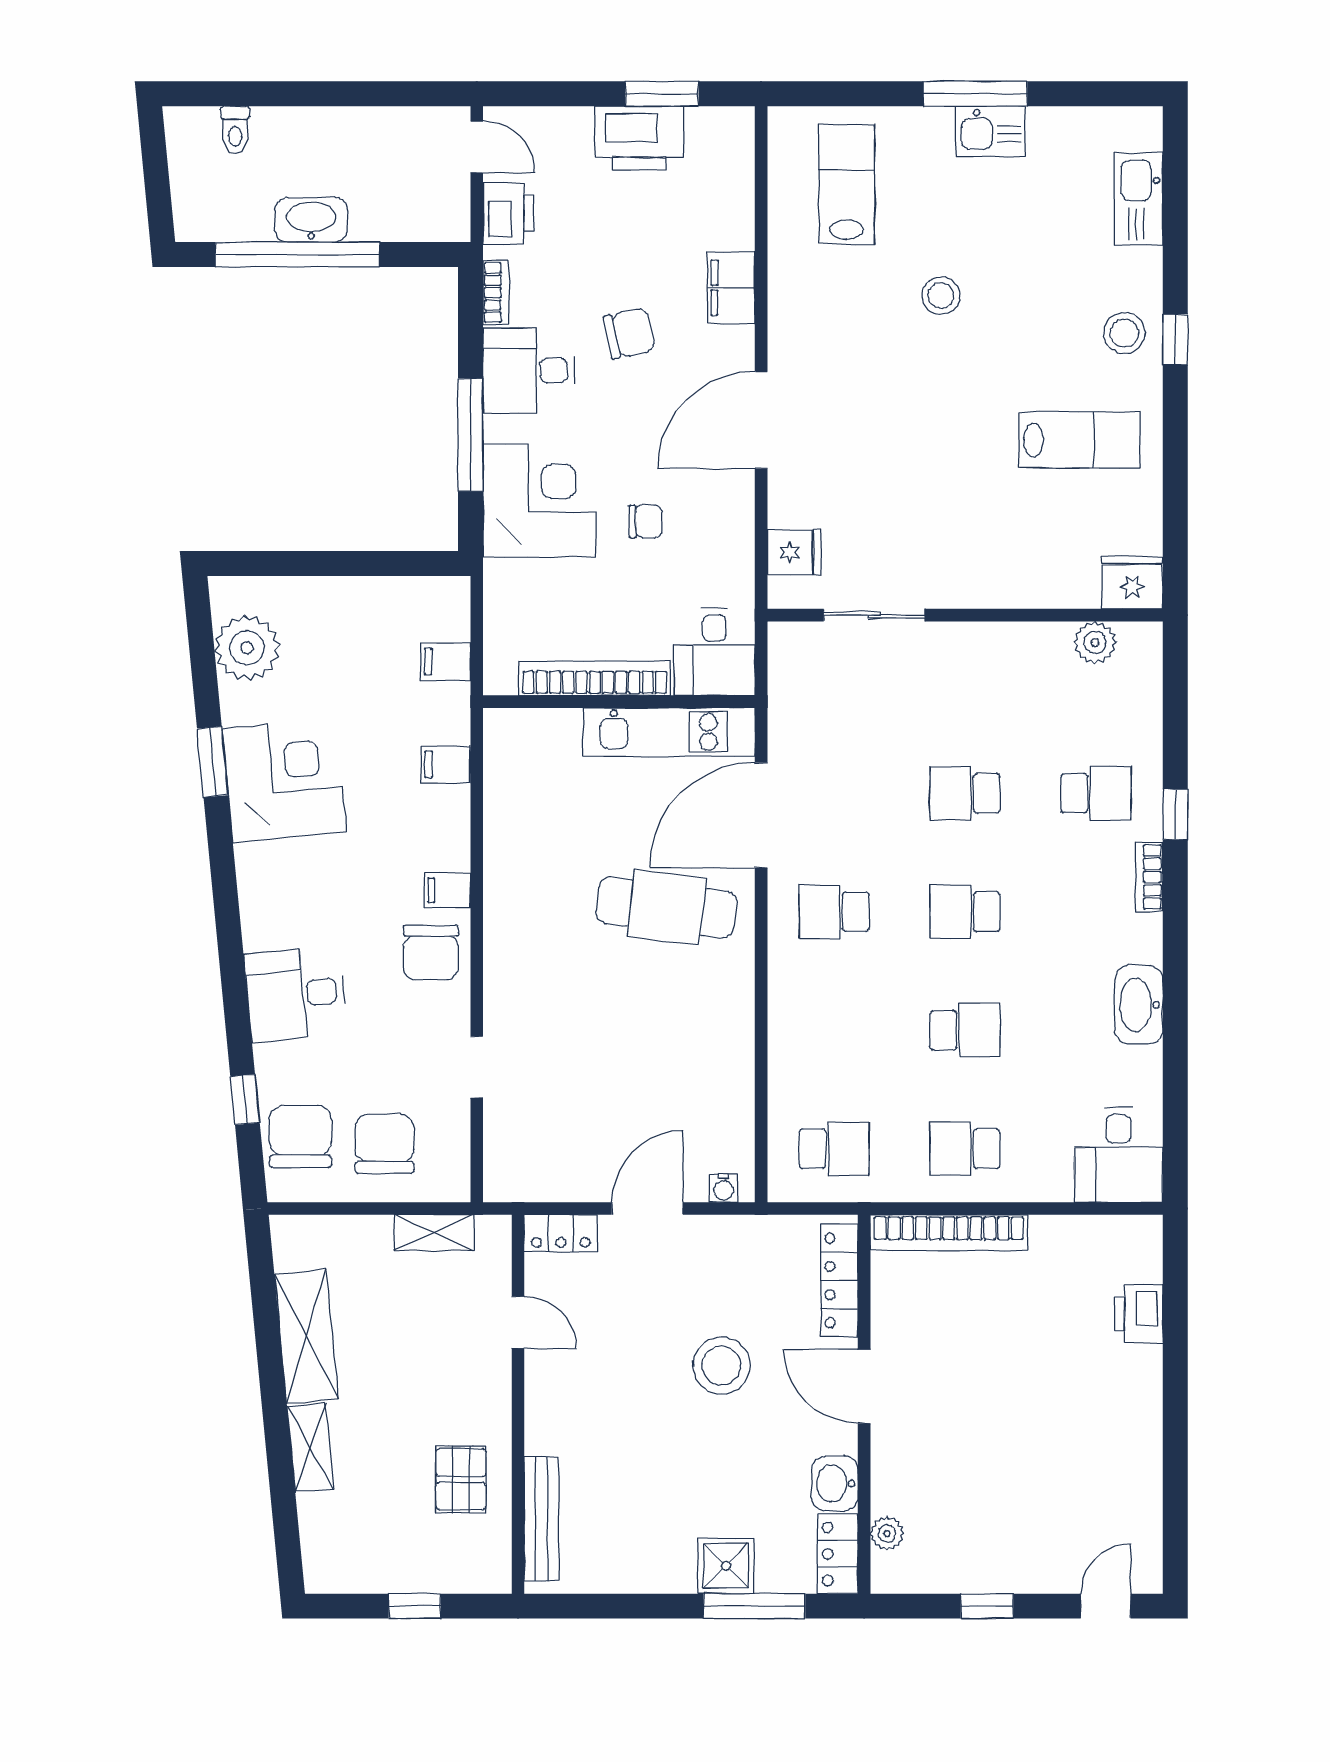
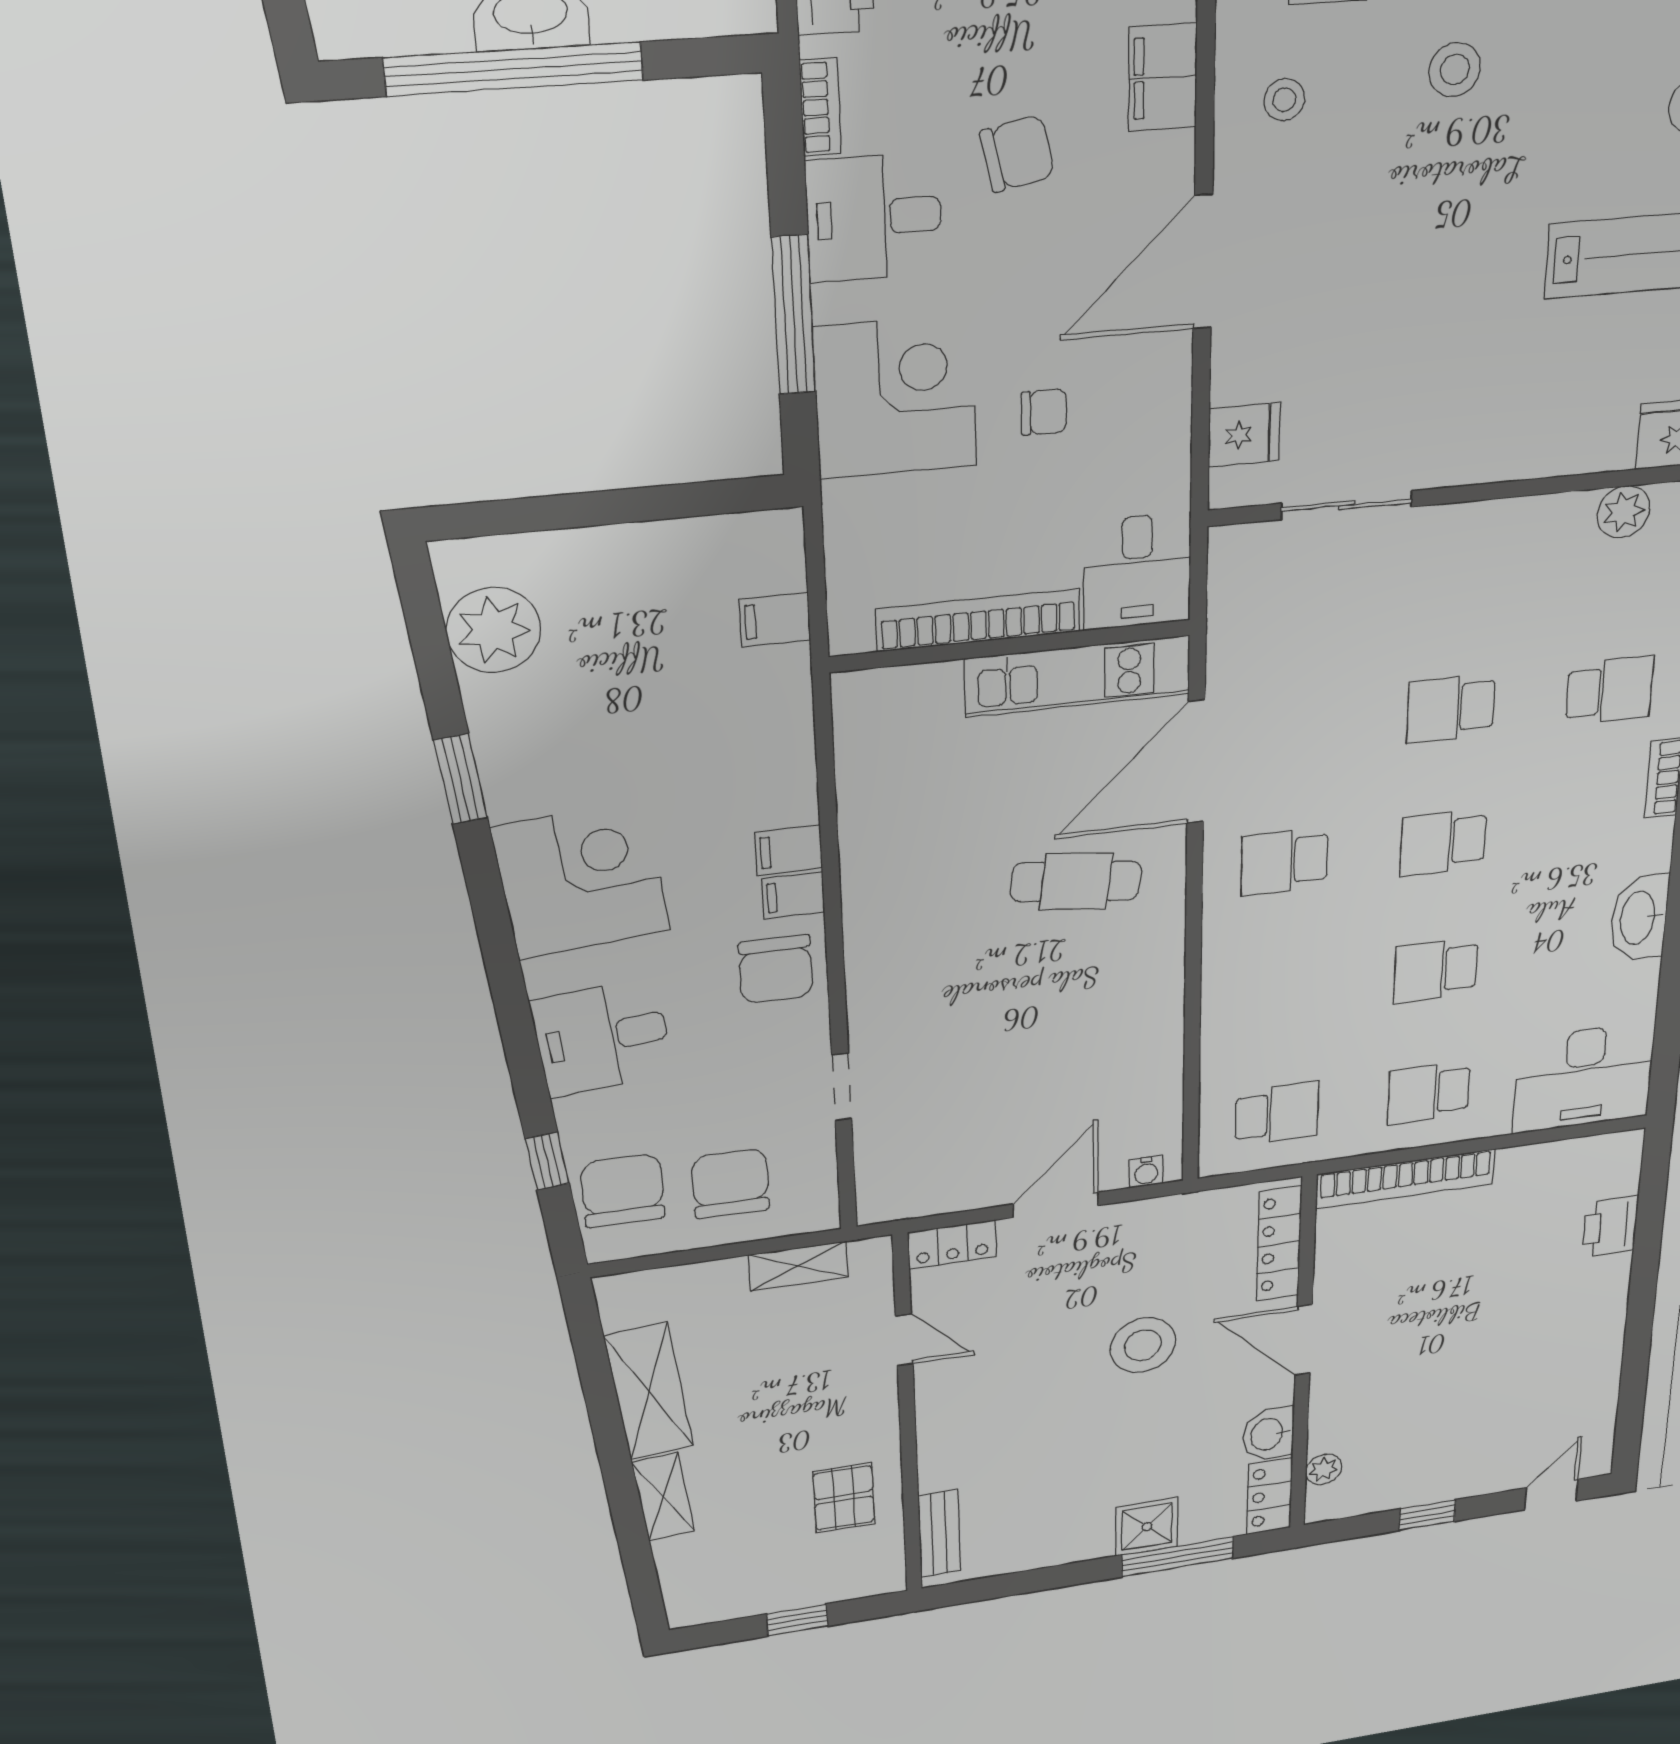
stool: (818, 309) -> (1284, 100), added
filing cabinet: (446, 764) -> (789, 850), moved
corner desk: (284, 780) -> (581, 879), moved
cafe table: (666, 907) -> (1076, 881), width x0.73, depth x0.74
school desk: (965, 1030) -> (1436, 970), turned 180
desk: (1119, 1155) -> (1584, 1077), width x1.37
bench: (541, 1519) -> (939, 1534), width x0.73

